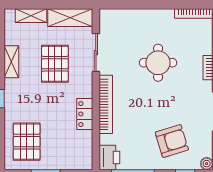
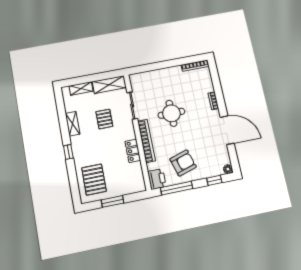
round table: (158, 63) -> (171, 113), moved
pallet: (55, 64) -> (104, 119), width x0.67, depth x0.71
armchair: (172, 141) -> (183, 163), moved

